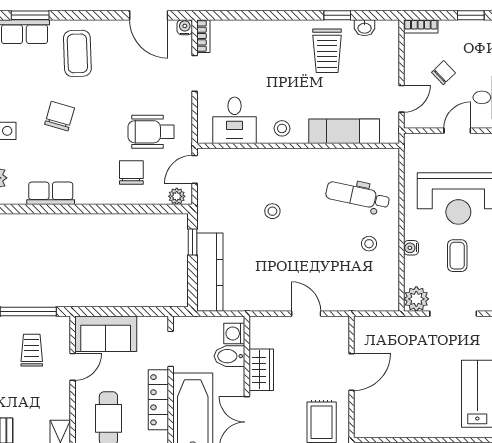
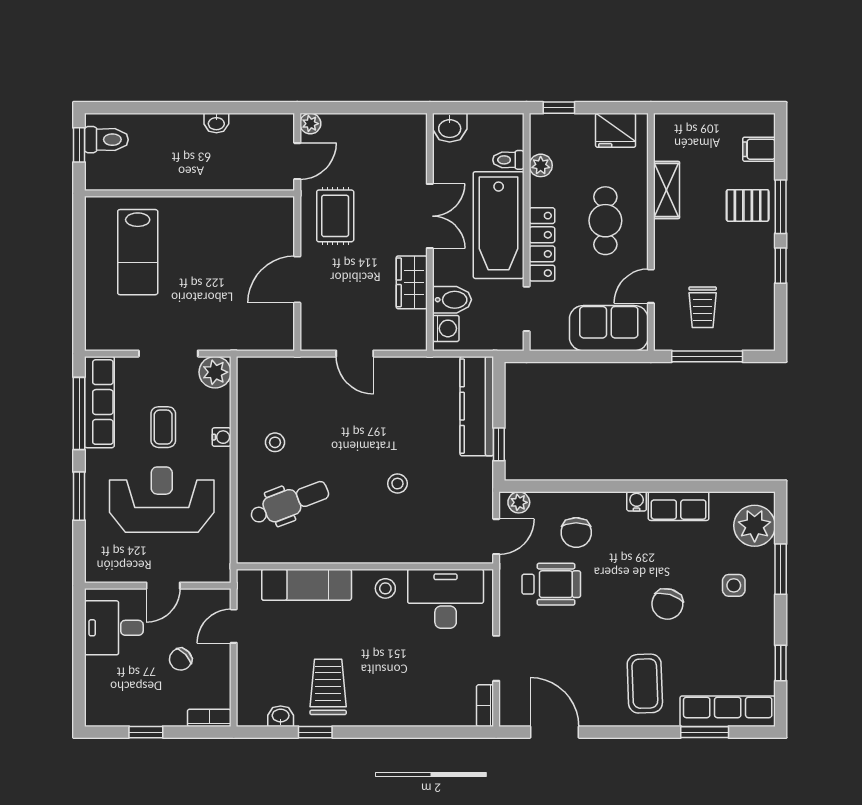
water cooler: (185, 27) -> (637, 501), moved, turned 180
desk: (235, 120) -> (446, 599), width x1.37
dental chair: (358, 196) -> (289, 503), turned -33

